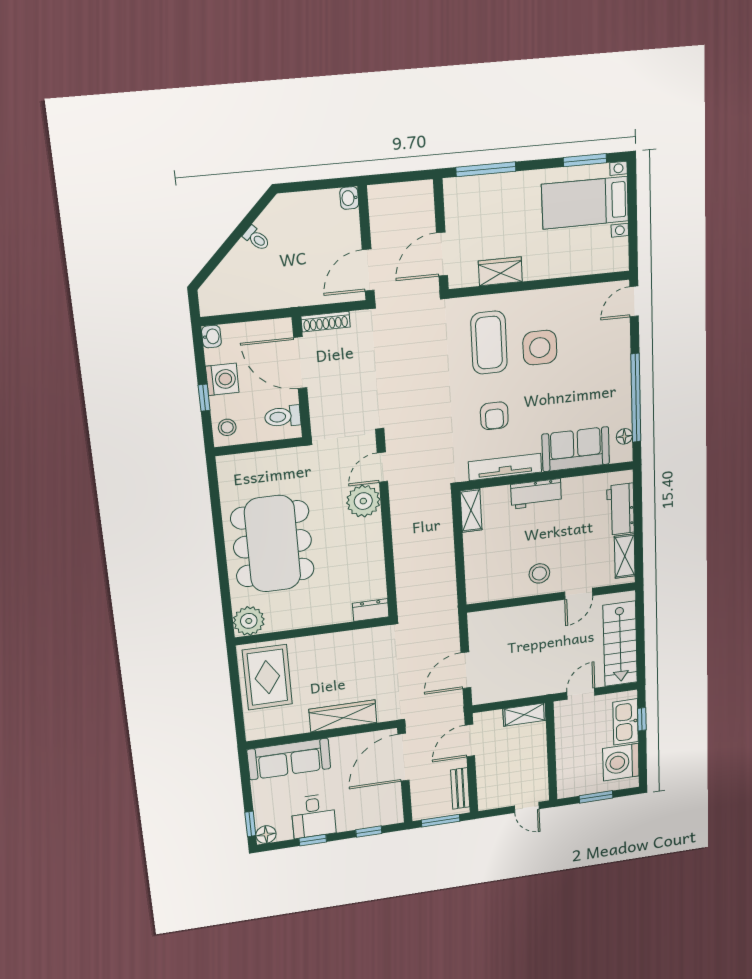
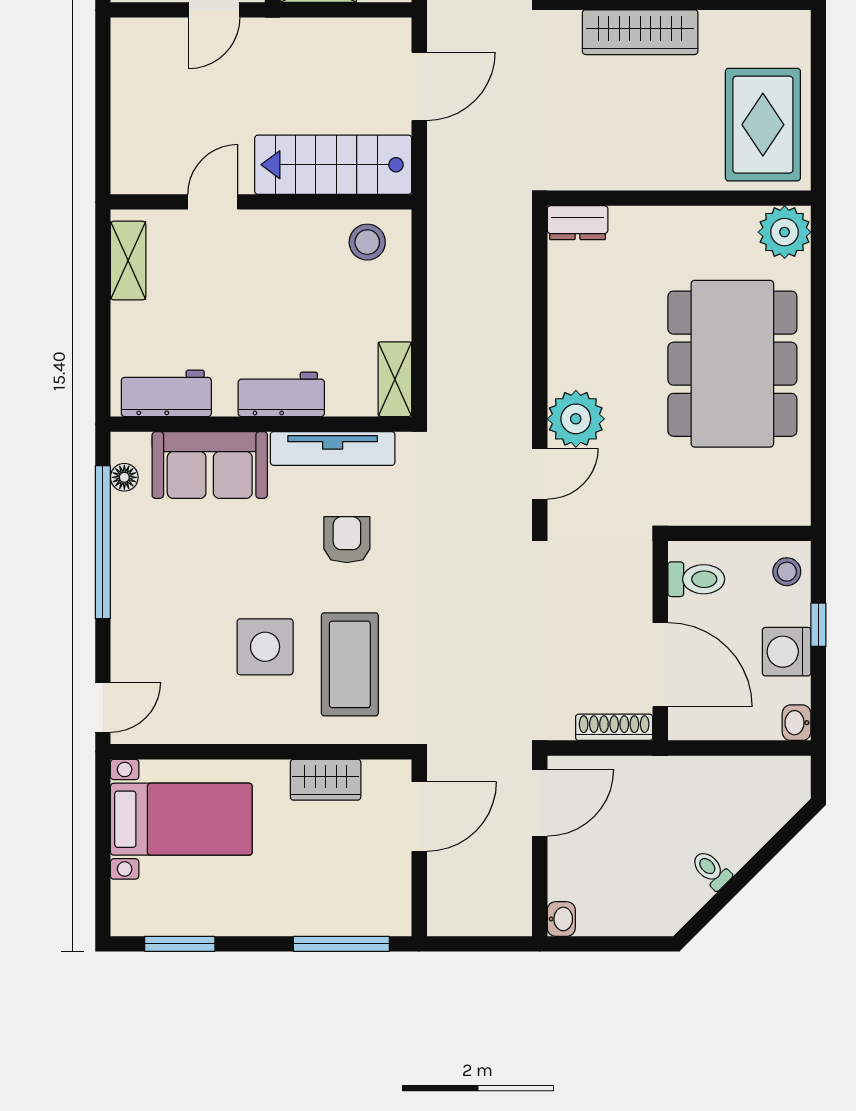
bed with nightstands: (585, 203) -> (181, 819), moved
workbench: (621, 509) -> (166, 393), moved, turned -90
stool: (539, 573) -> (367, 242), moved
stairs: (620, 644) -> (333, 165), moved, turned -90

